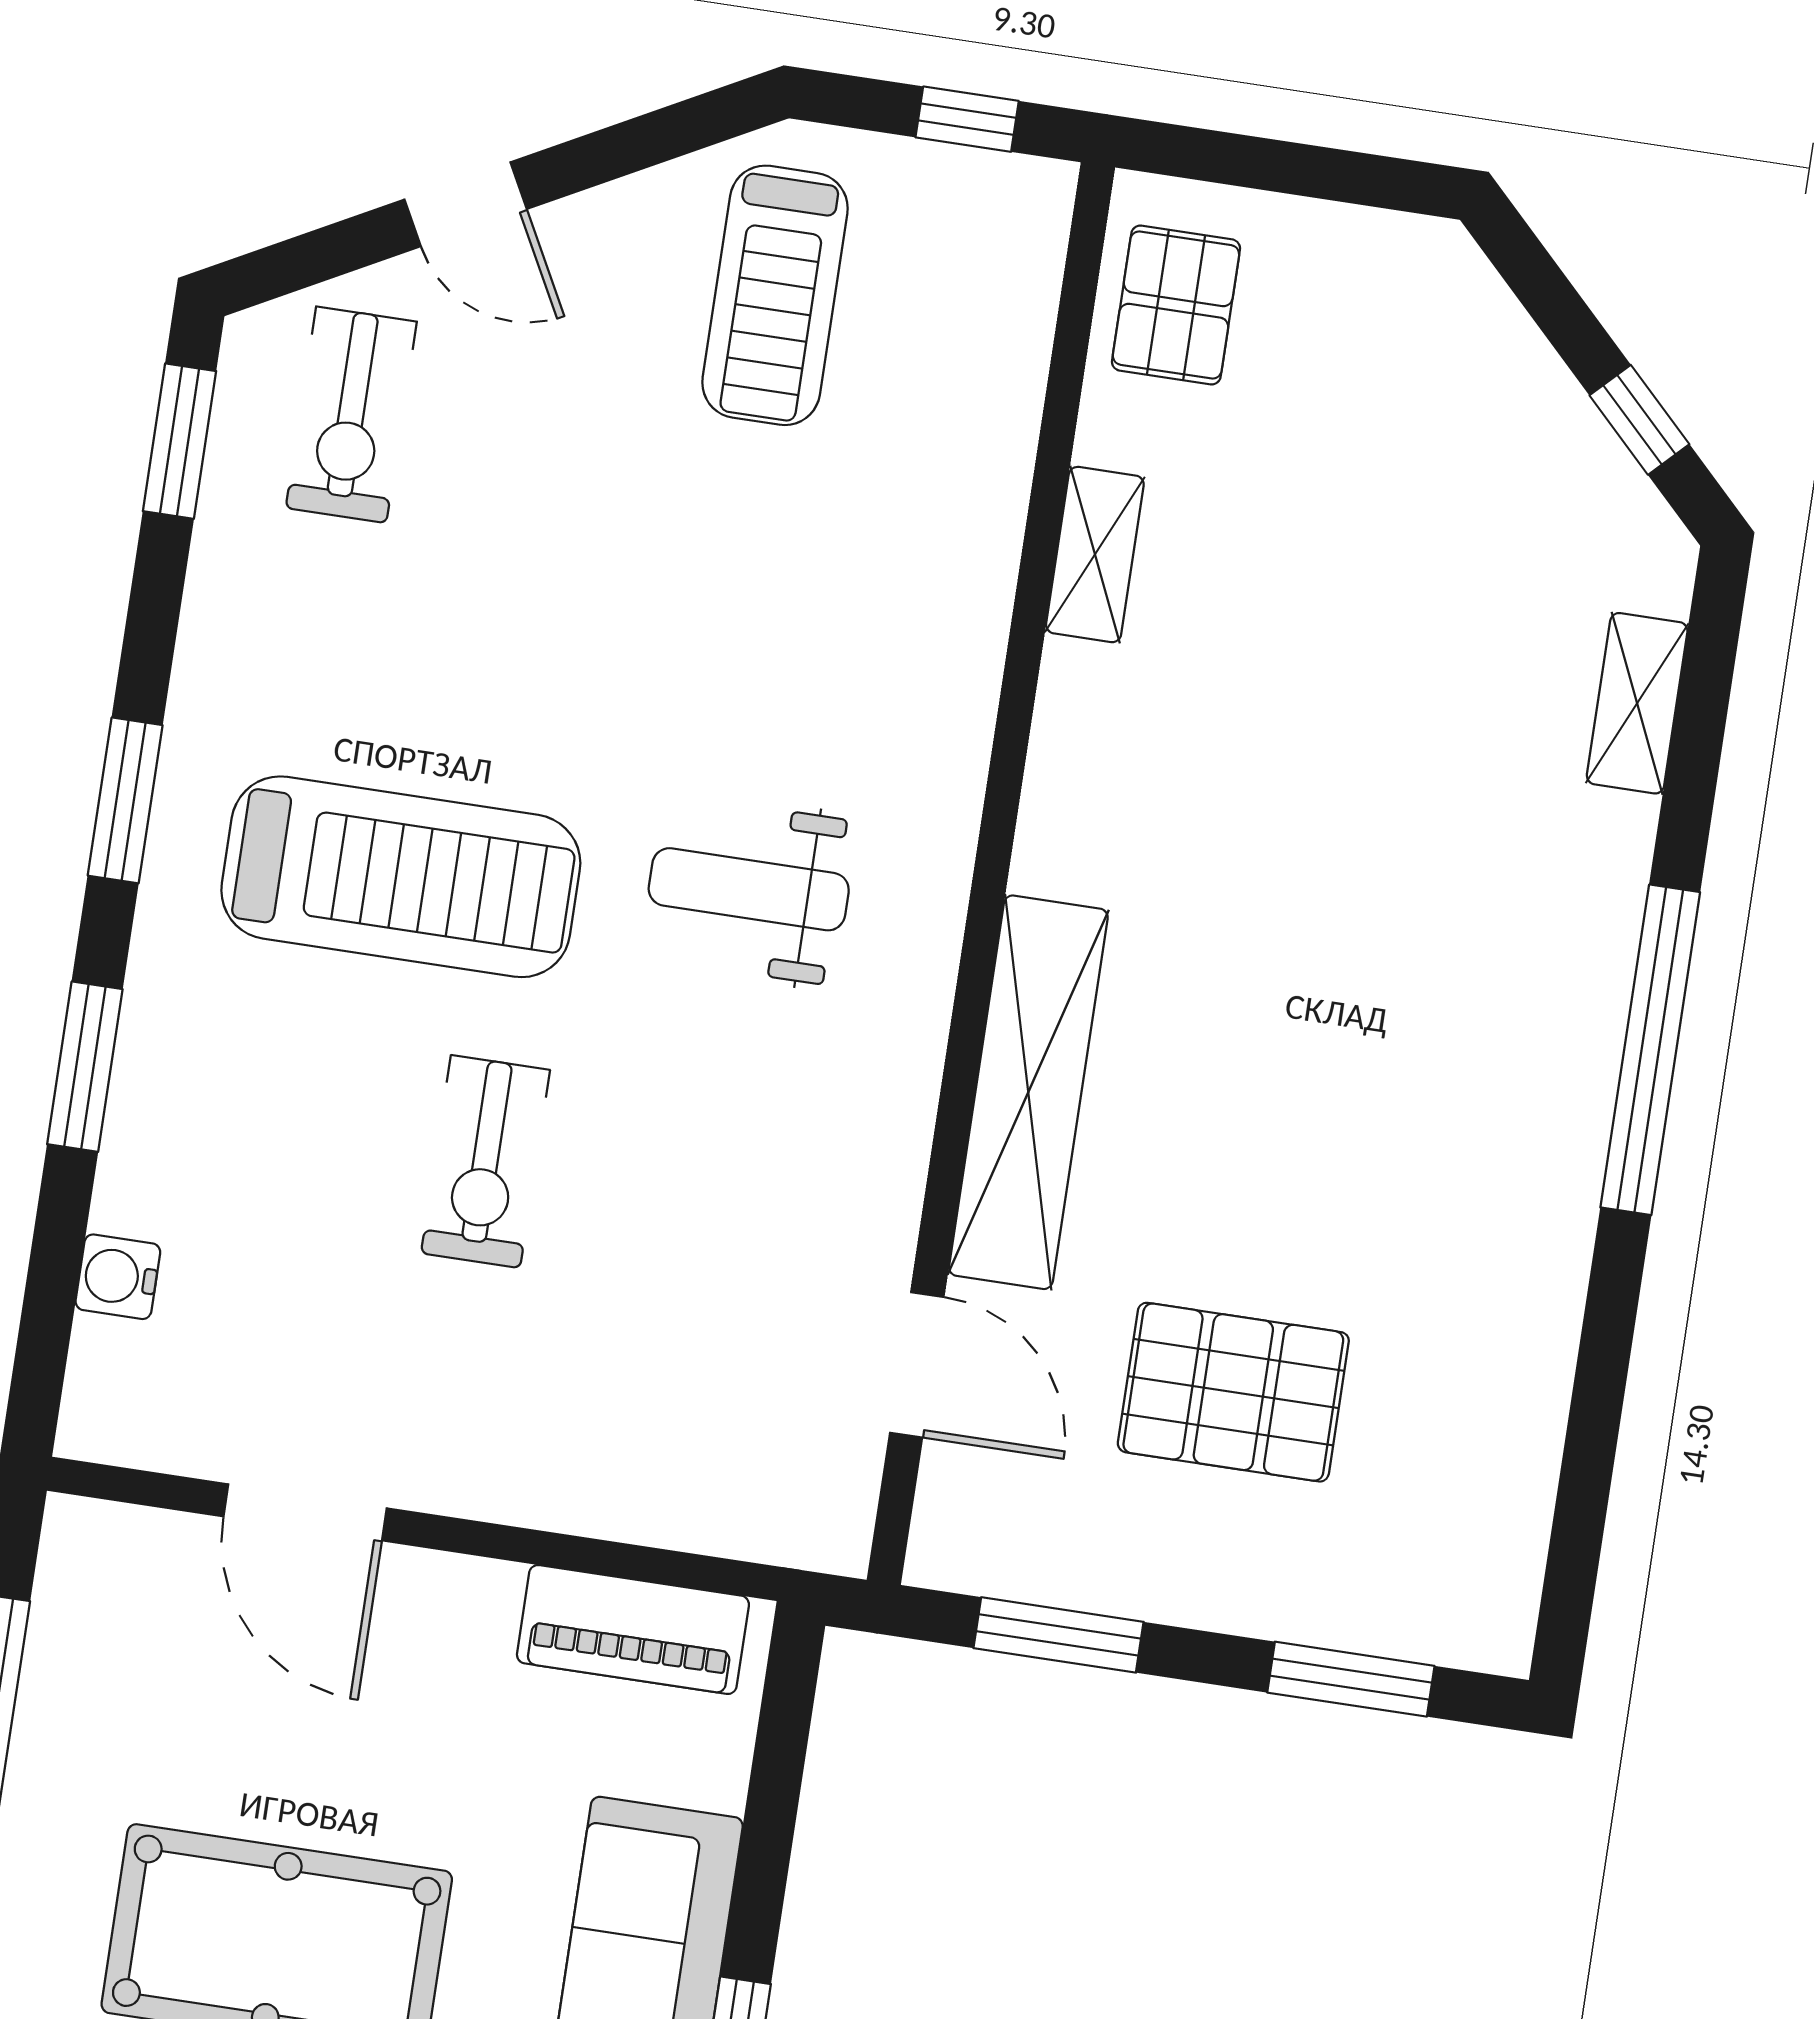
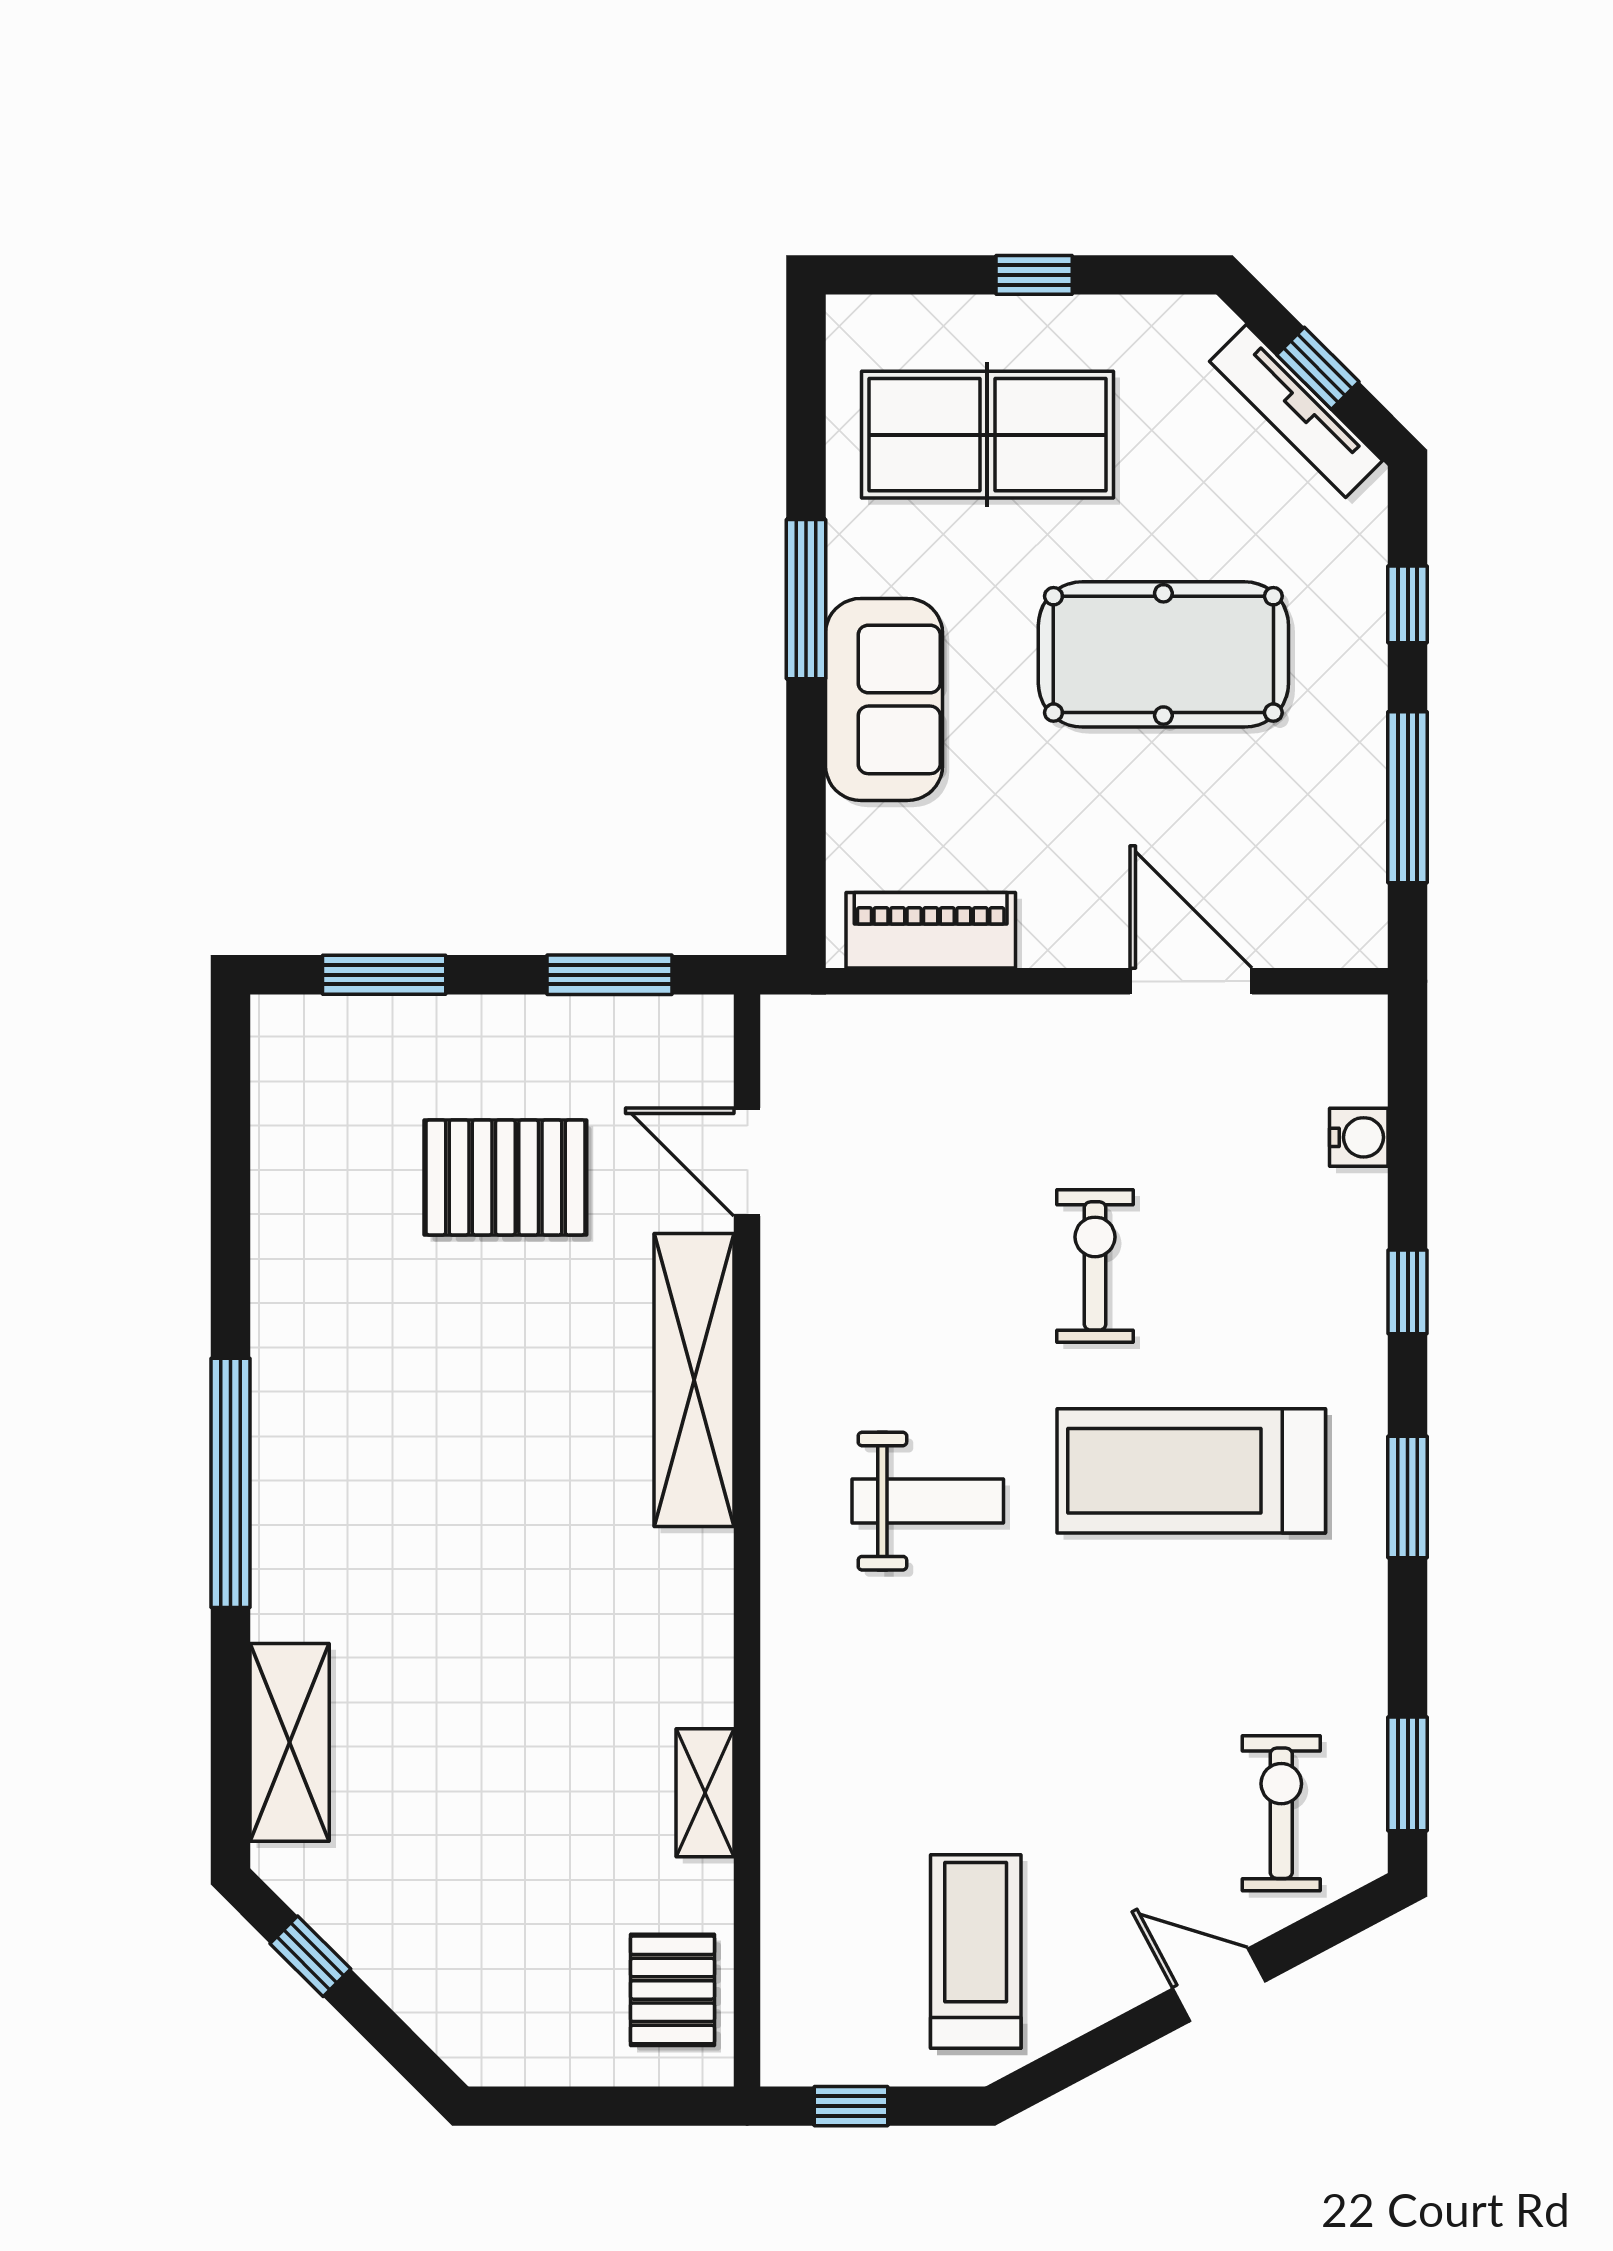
shelving: (1637, 703) -> (290, 1742), width x1.50, depth x1.33
window: (85, 1067) -> (1408, 1292), width x0.67

